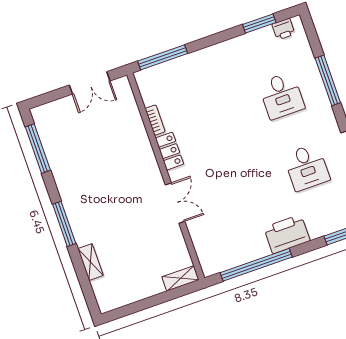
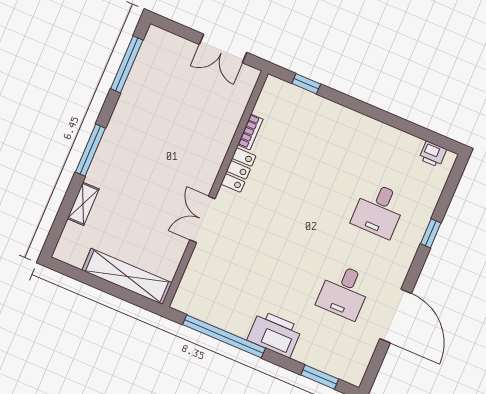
window: (259, 23) -> (416, 130), removed
window: (163, 57) -> (306, 84), width x0.46
window: (328, 80) -> (431, 233), width x0.46
double door: (175, 203) -> (202, 219), swing flipped
shelving: (180, 278) -> (127, 276), width x2.20, depth x1.33

